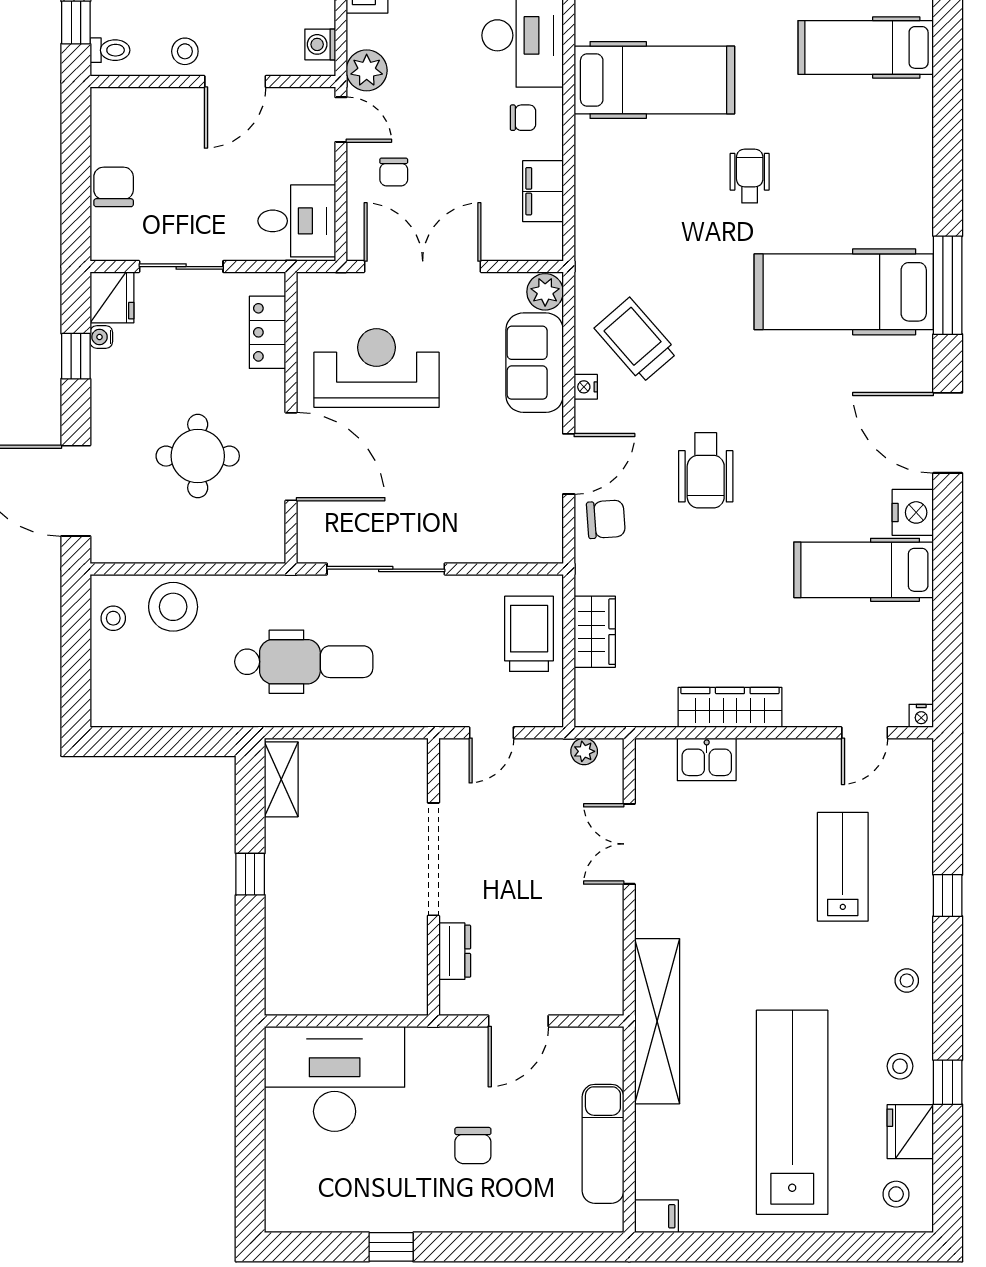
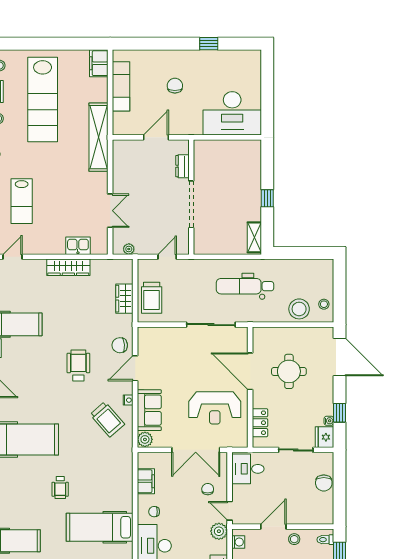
filing cabinet: (656, 1216) -> (99, 63), width x2.00

